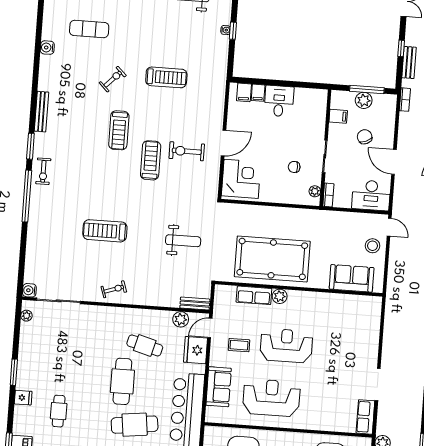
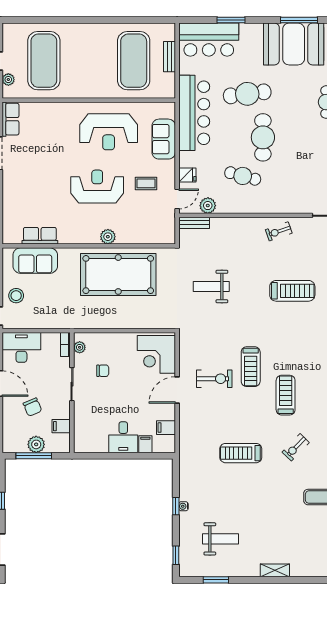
filing cabinet: (244, 92) -> (166, 428), moved, turned -90
row of seats: (254, 295) -> (40, 236), moved
reception desk: (286, 346) -> (97, 186), turned 180
fridge: (195, 350) -> (187, 175), width x0.53, depth x0.75

